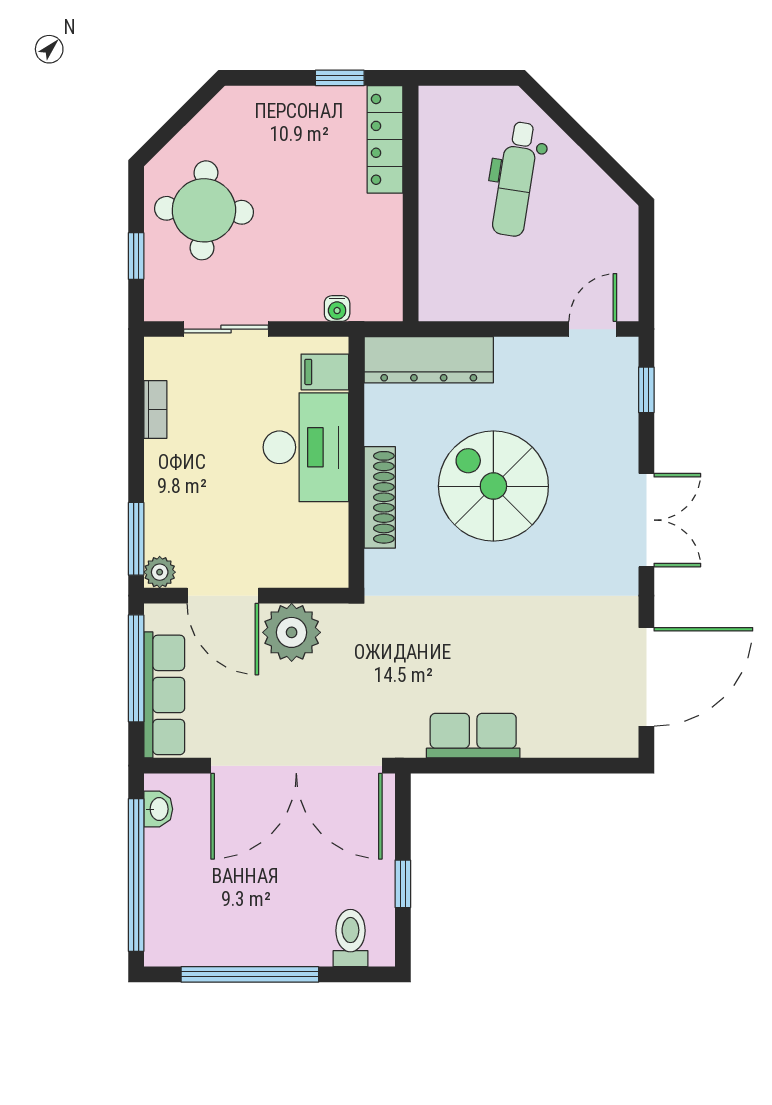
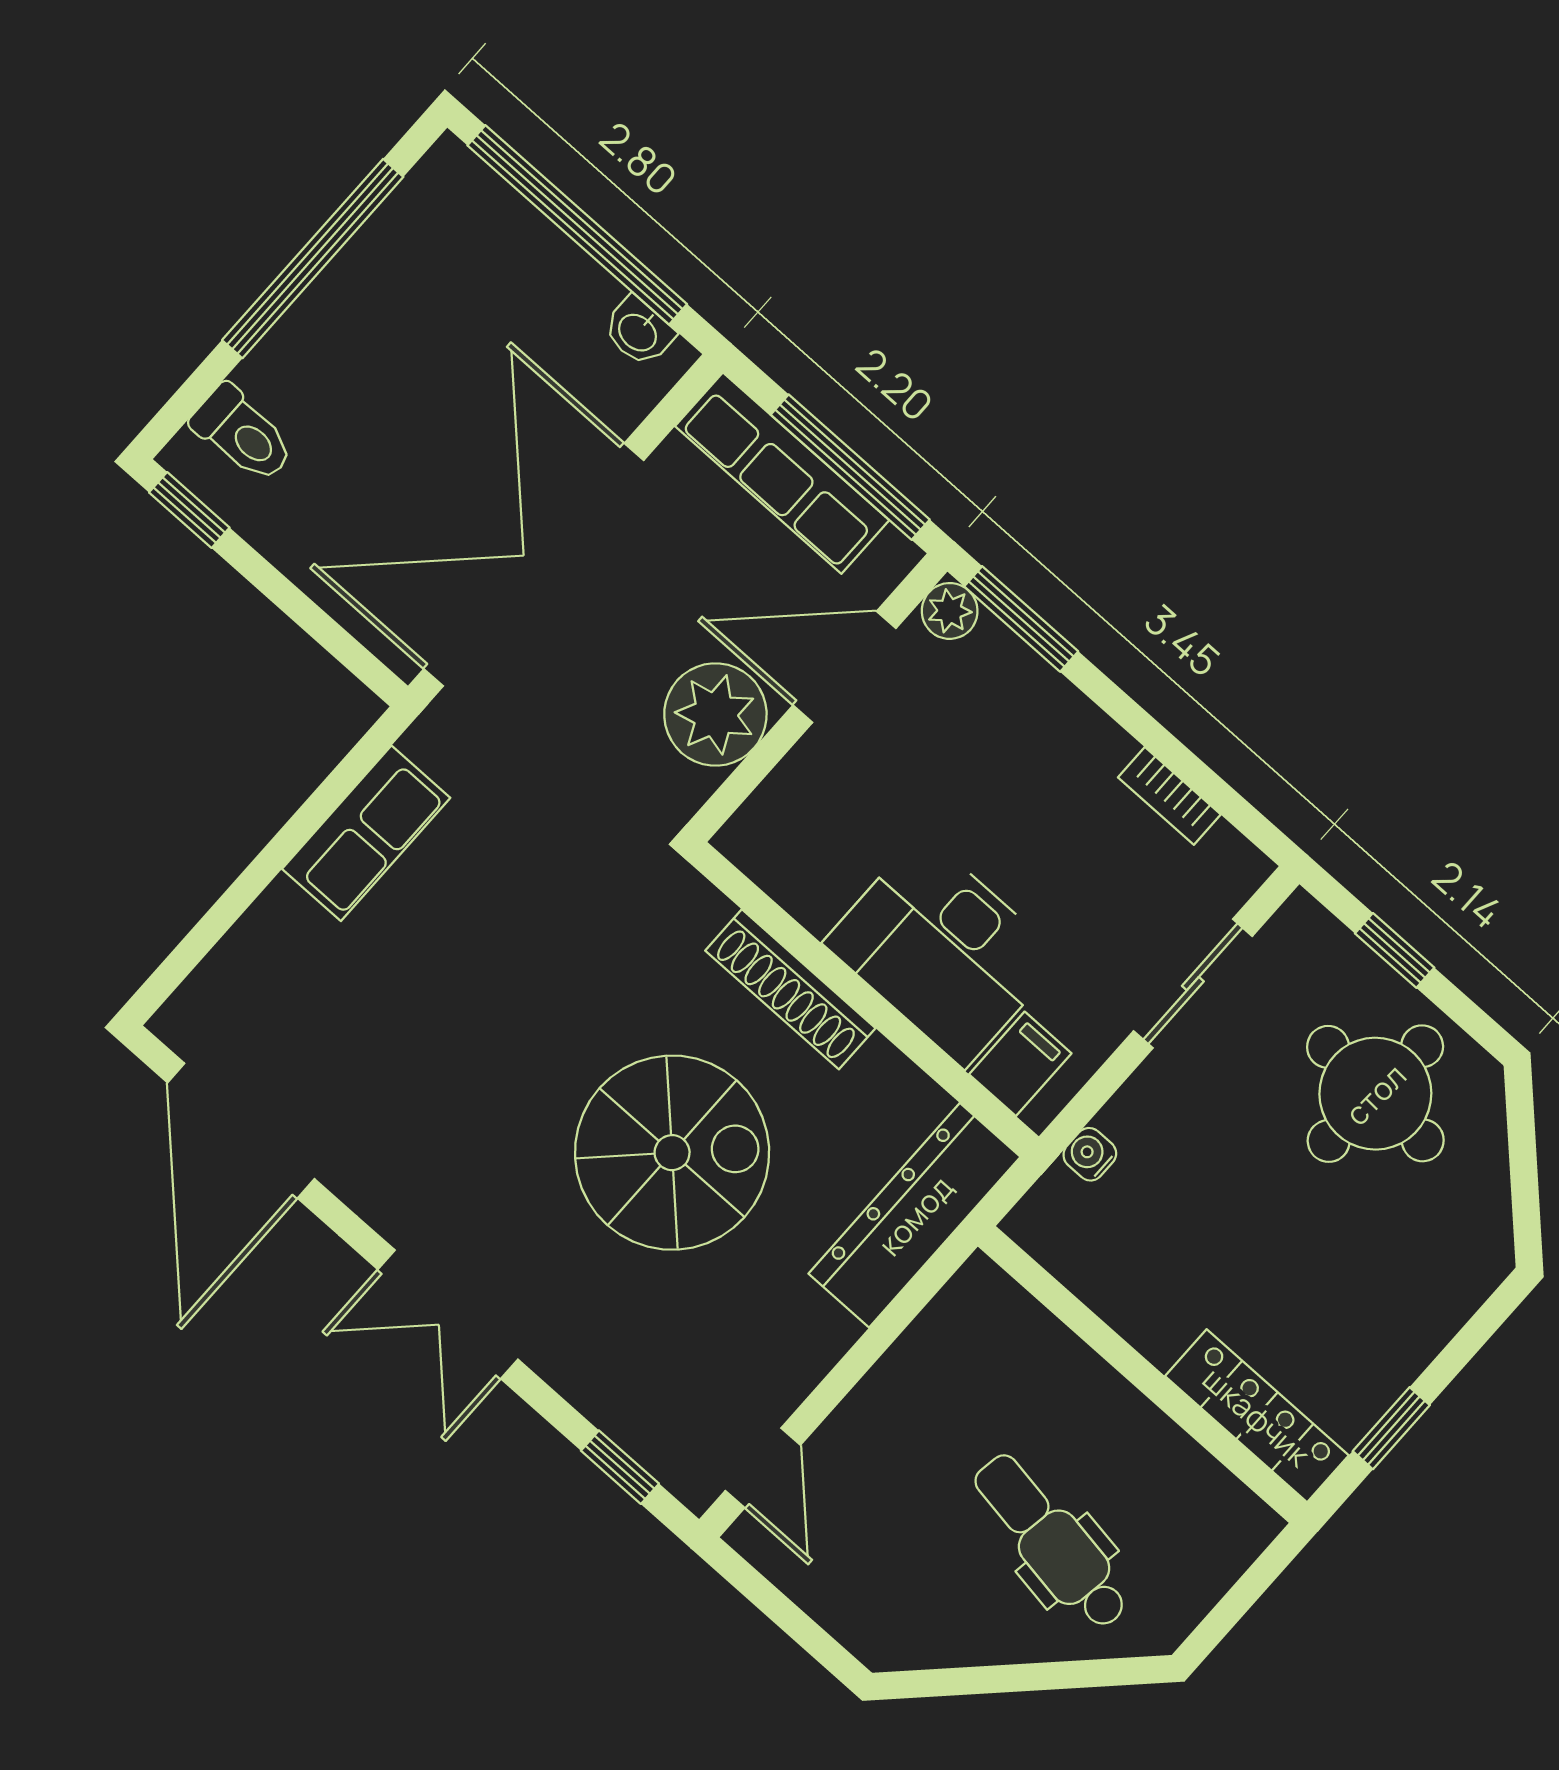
window: (403, 884) -> (189, 510), moved

